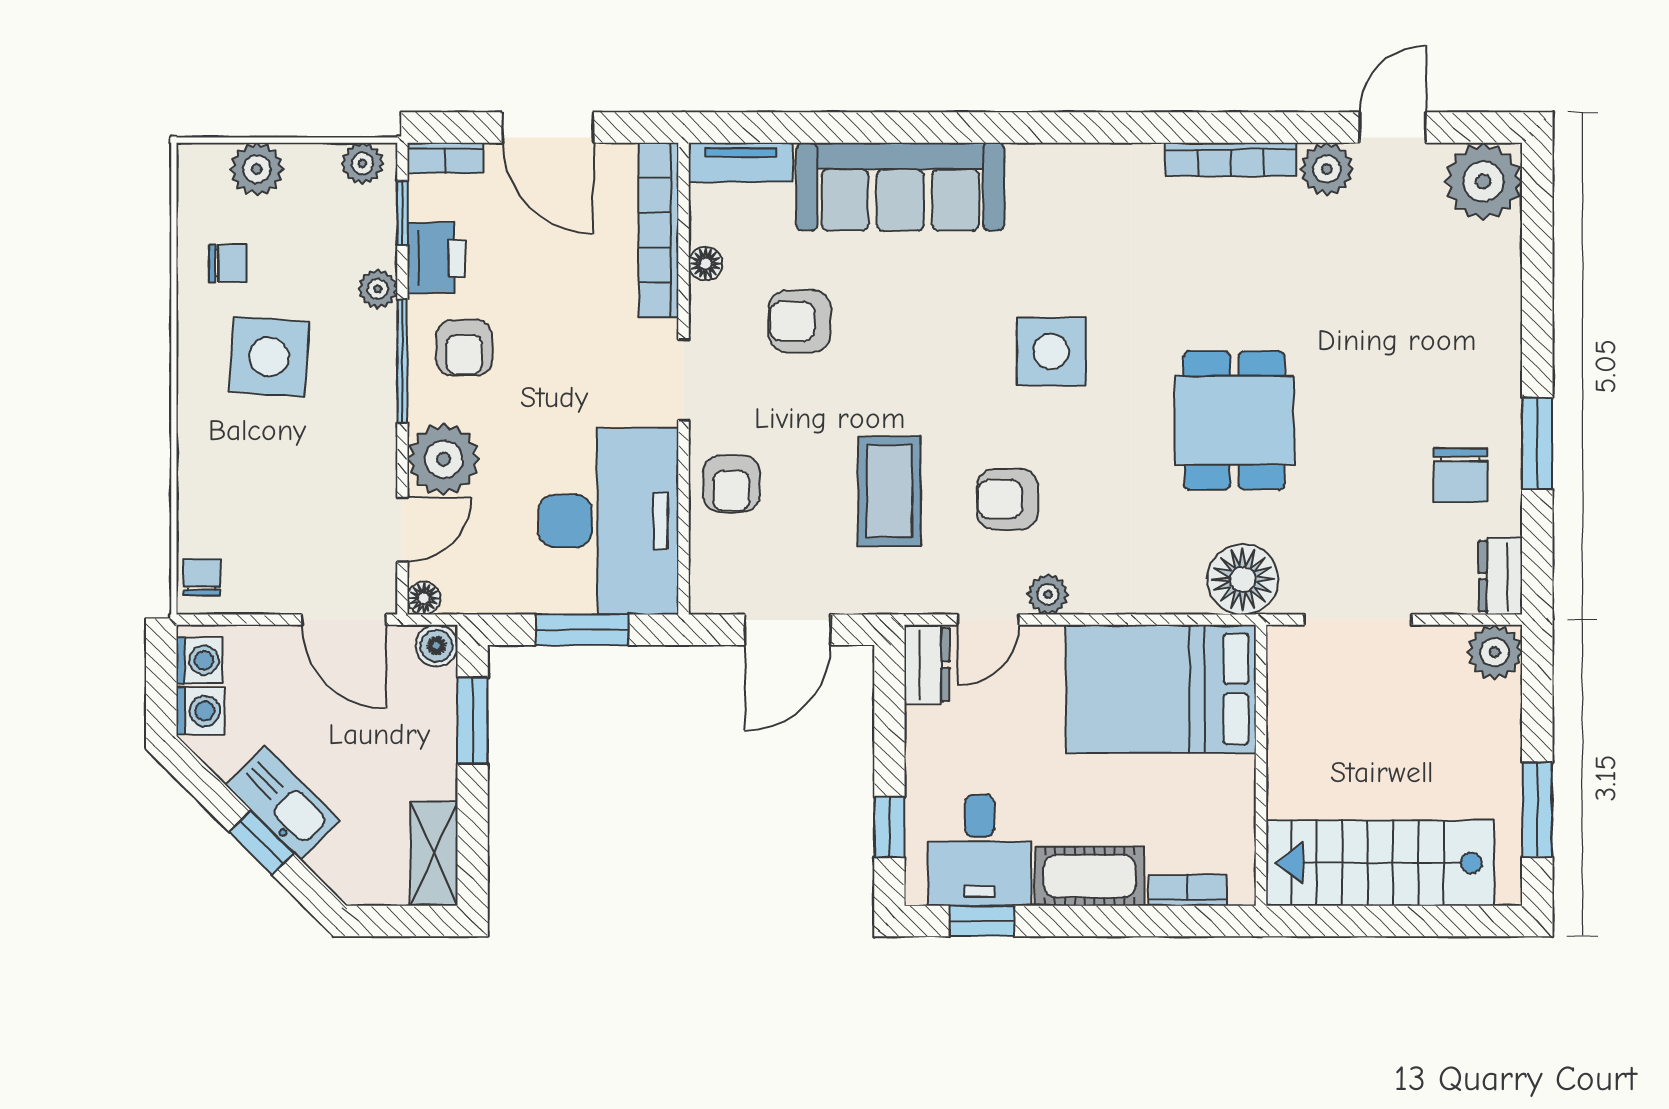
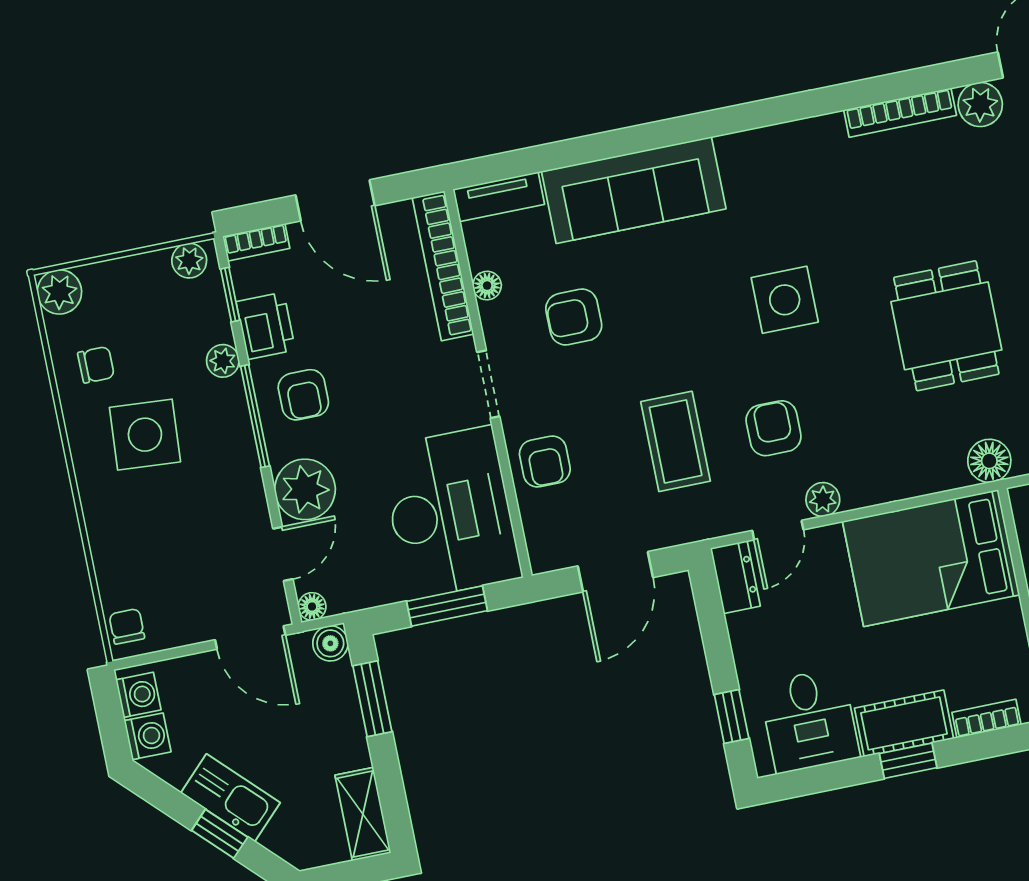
plant: (257, 169) -> (59, 292), moved
armchair: (1007, 499) -> (774, 428), turned 90
floor lamp: (1243, 579) -> (989, 461), width x0.73, depth x0.73
window: (982, 921) -> (908, 761), moved

